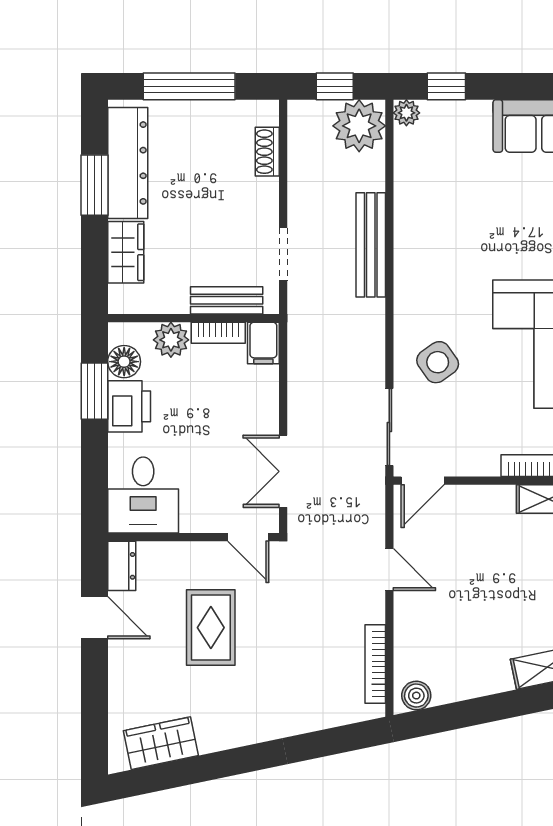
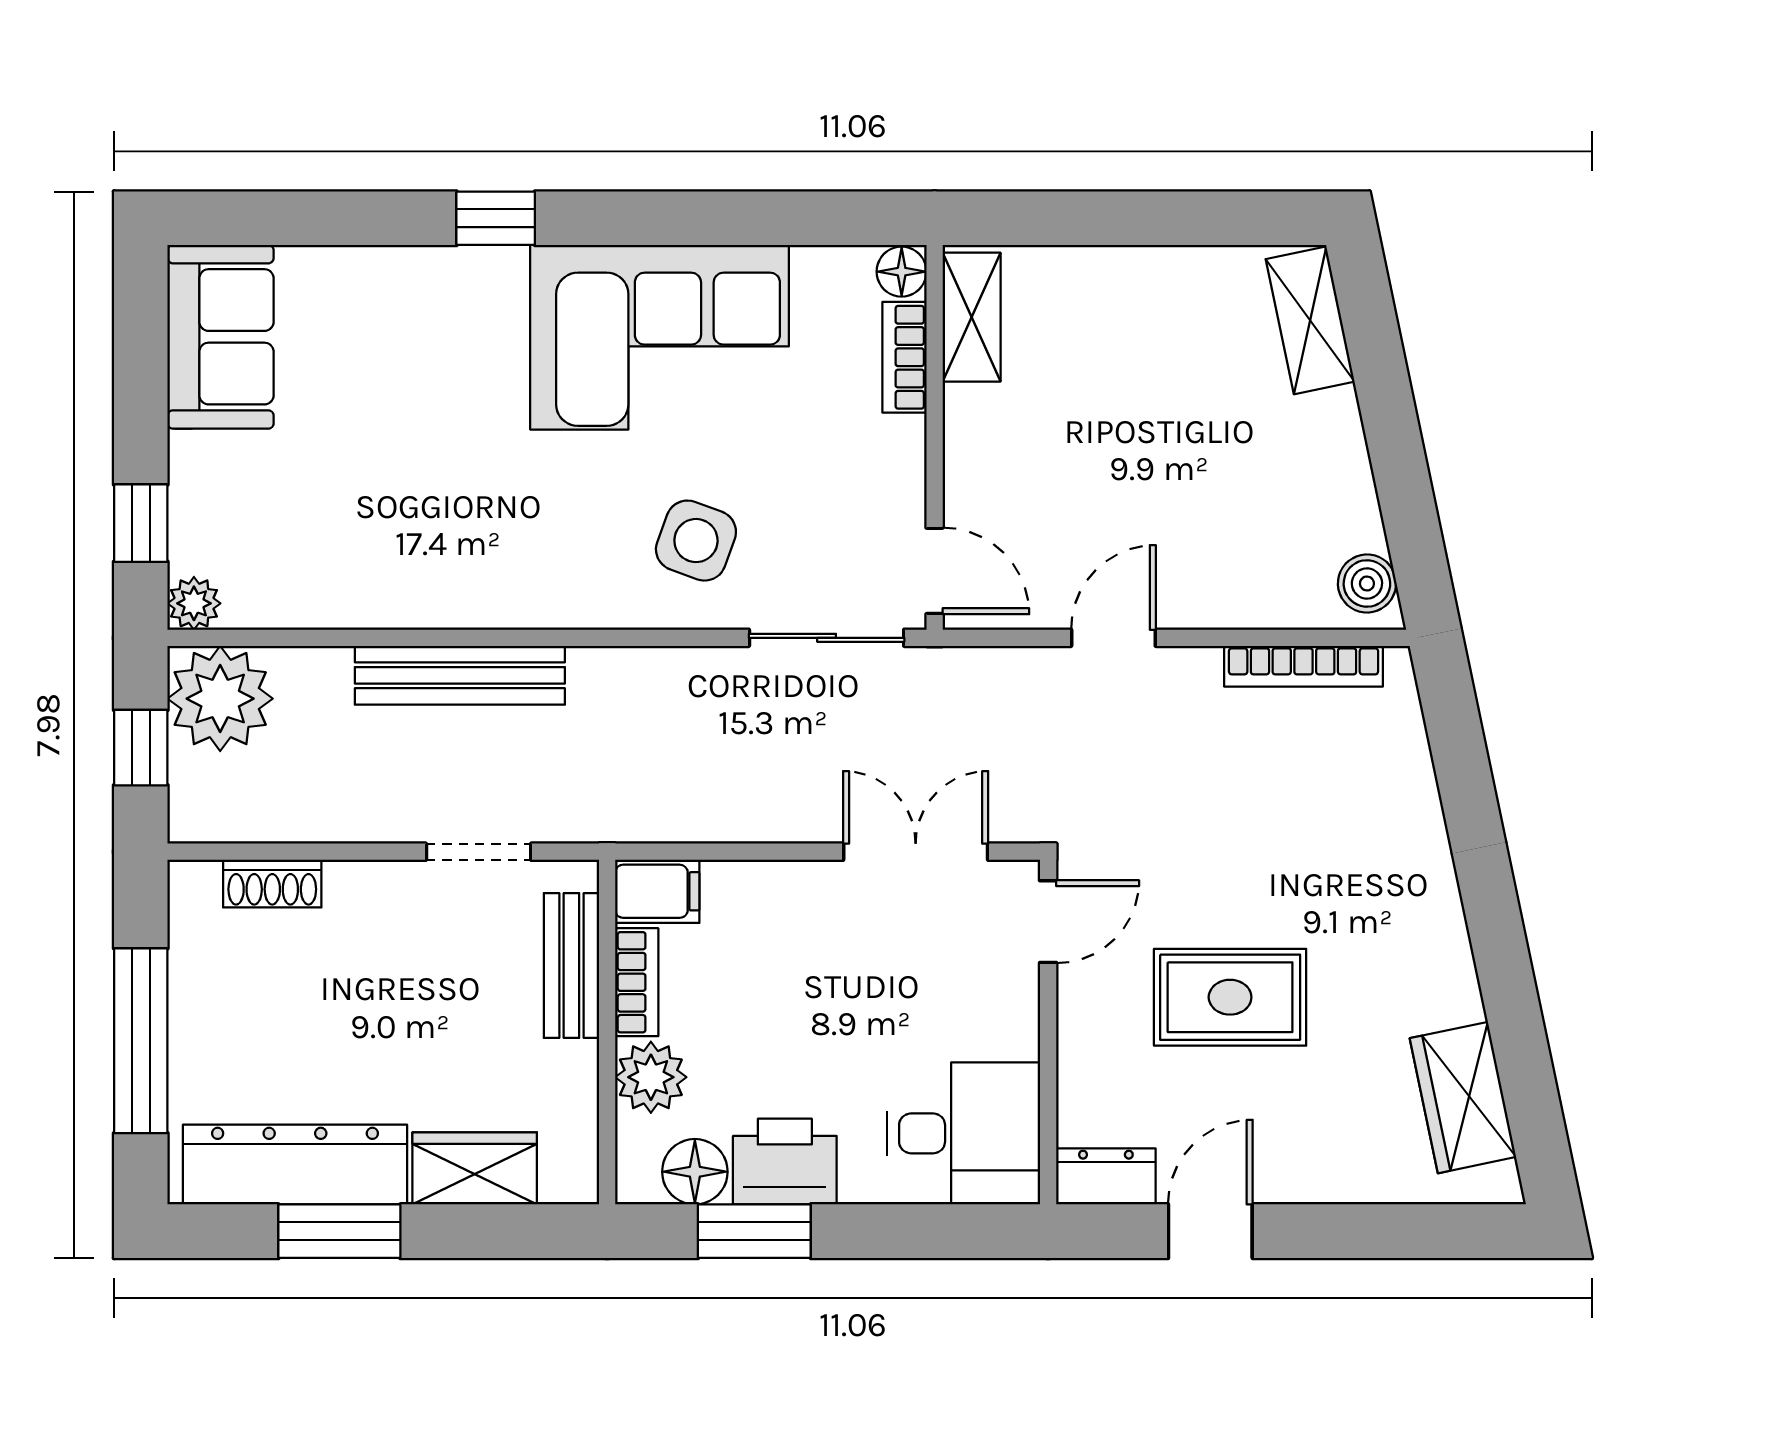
side table: (438, 362) -> (696, 541), turned -35
double door: (283, 471) -> (916, 852), swing flipped

